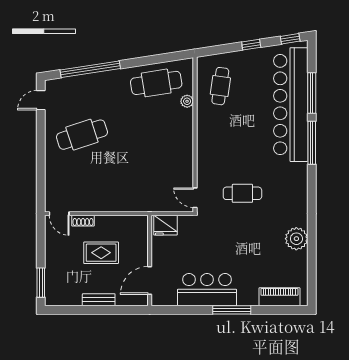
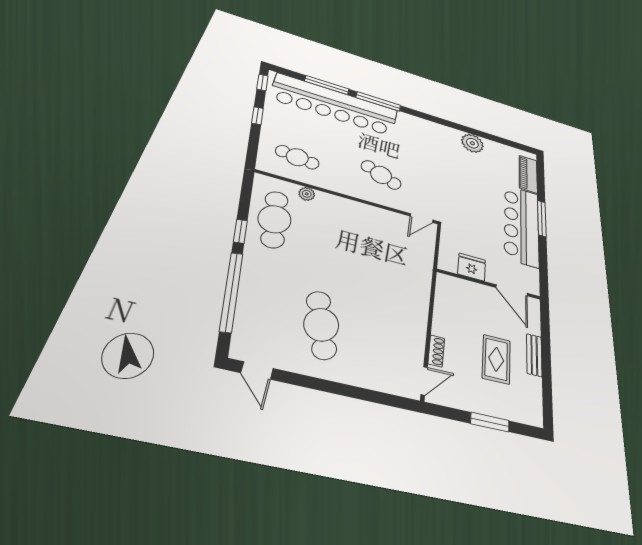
window: (138, 62) -> (240, 231), added
cafe table: (242, 193) -> (381, 175), moved, turned -68
fridge: (165, 225) -> (472, 267), moved, turned -90
rug: (101, 253) -> (496, 359), moved
window: (41, 283) -> (490, 422), moved
bar counter: (207, 290) -> (522, 225), width x1.36

